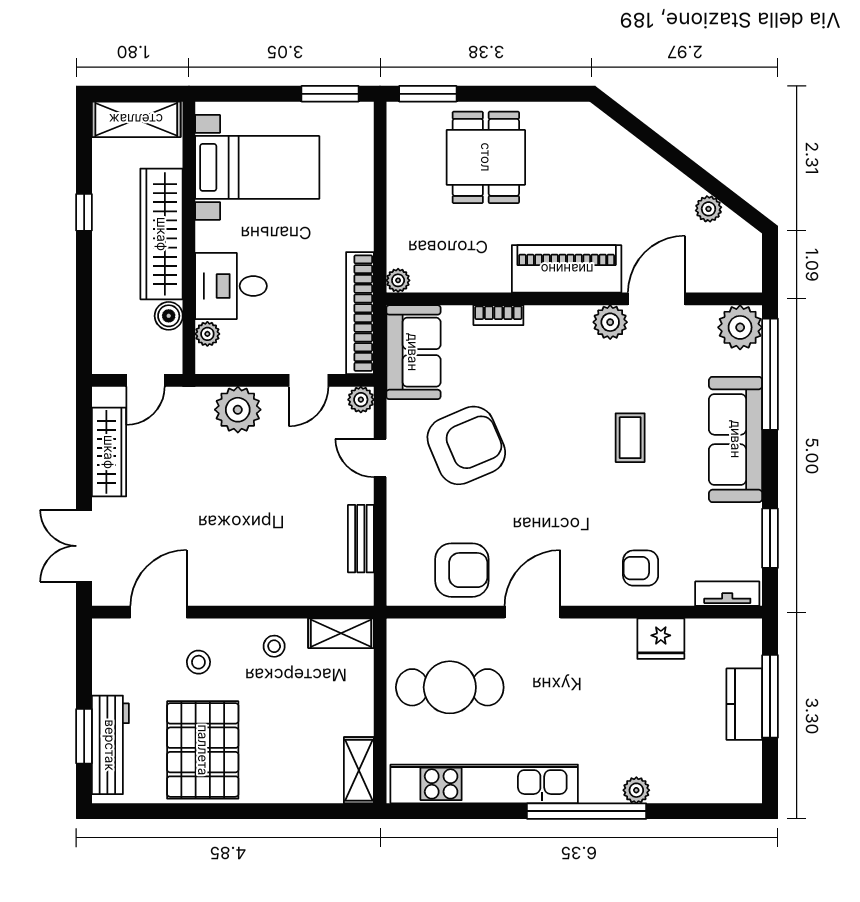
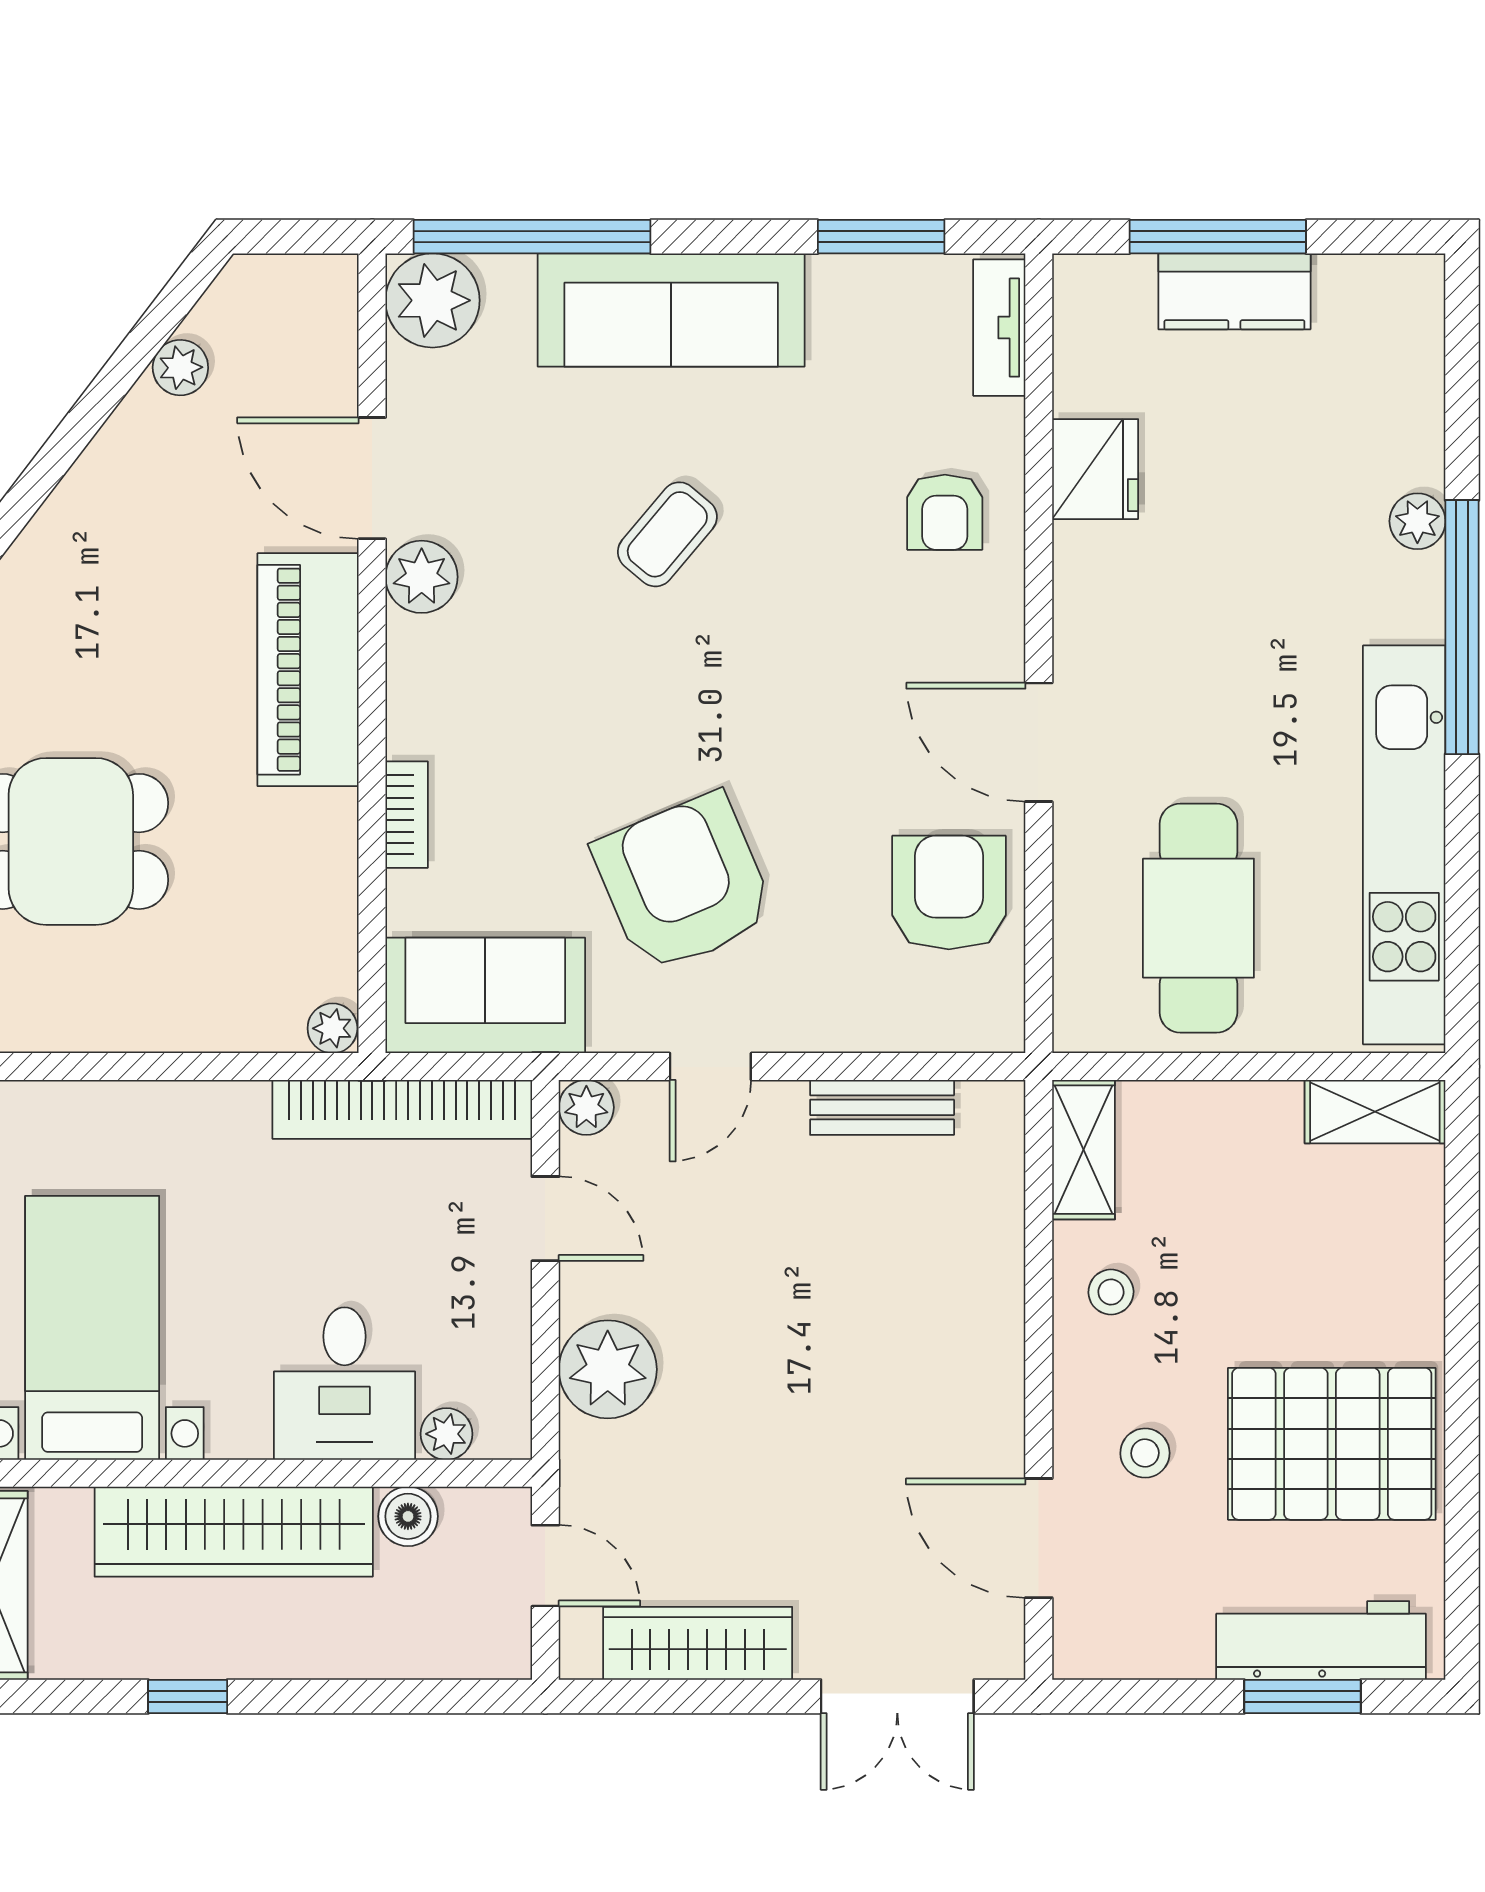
coffee table: (630, 438) -> (667, 534), turned -50

